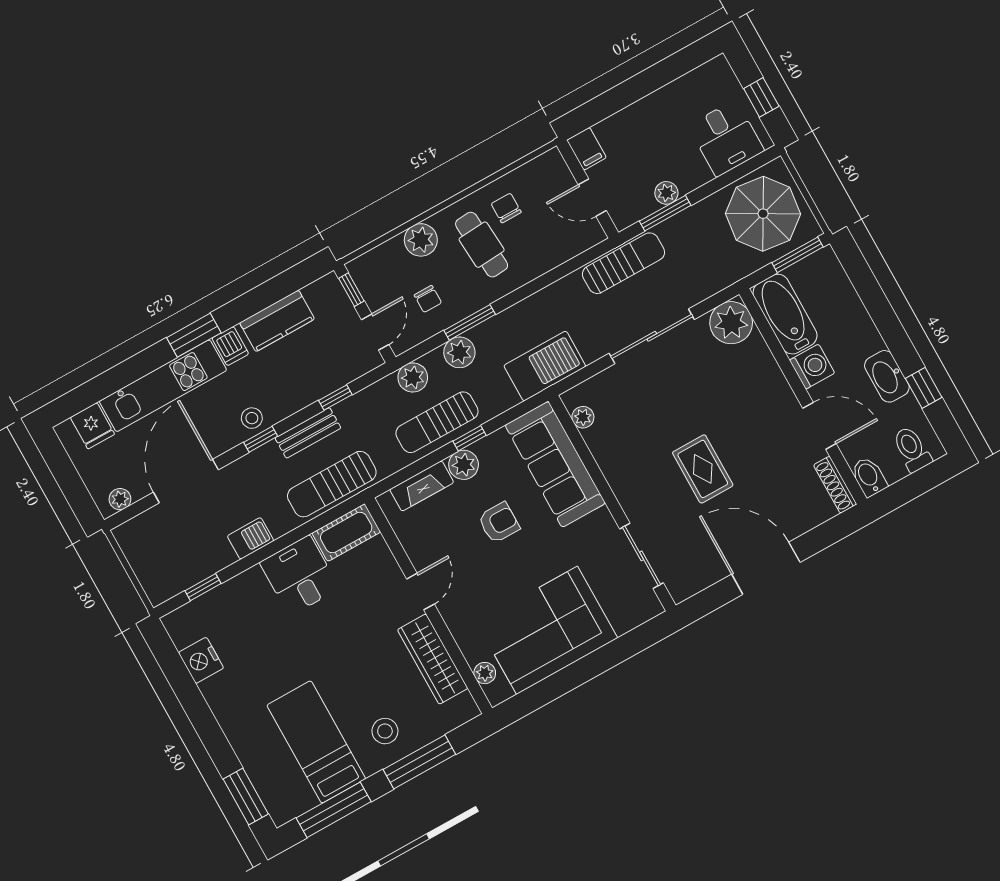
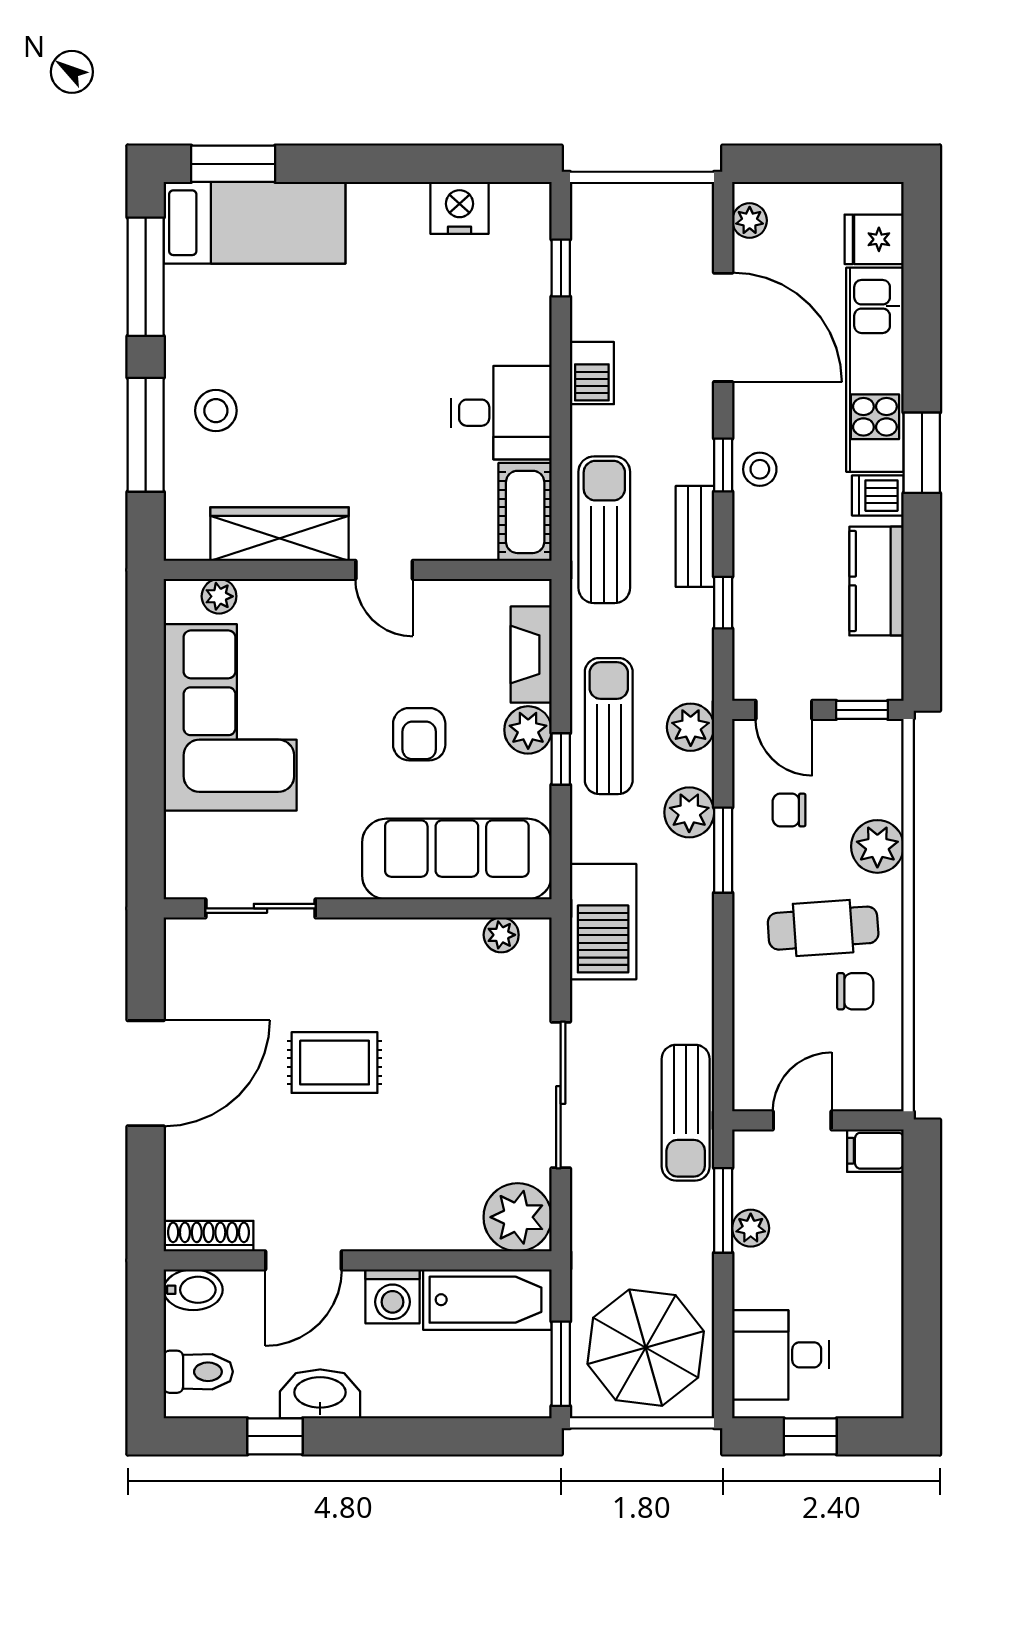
bed: (316, 742) -> (255, 223), moved

